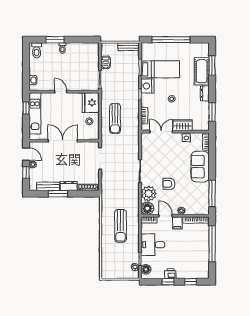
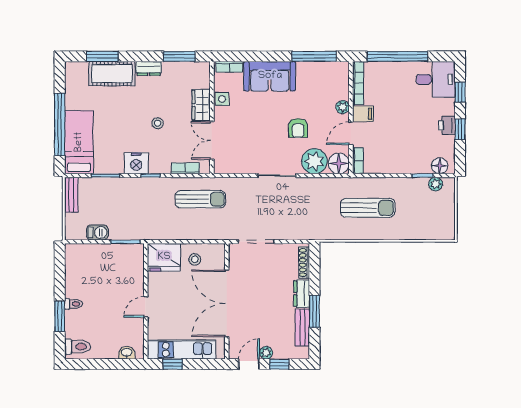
bed: (160, 69) -> (79, 142), moved
sun lounger: (115, 119) -> (200, 199), moved
double door: (63, 141) -> (227, 303), width x1.36
desk: (153, 245) -> (436, 79), moved, turned -90

